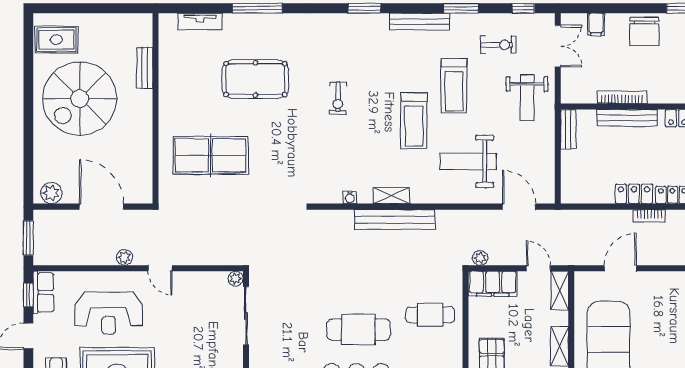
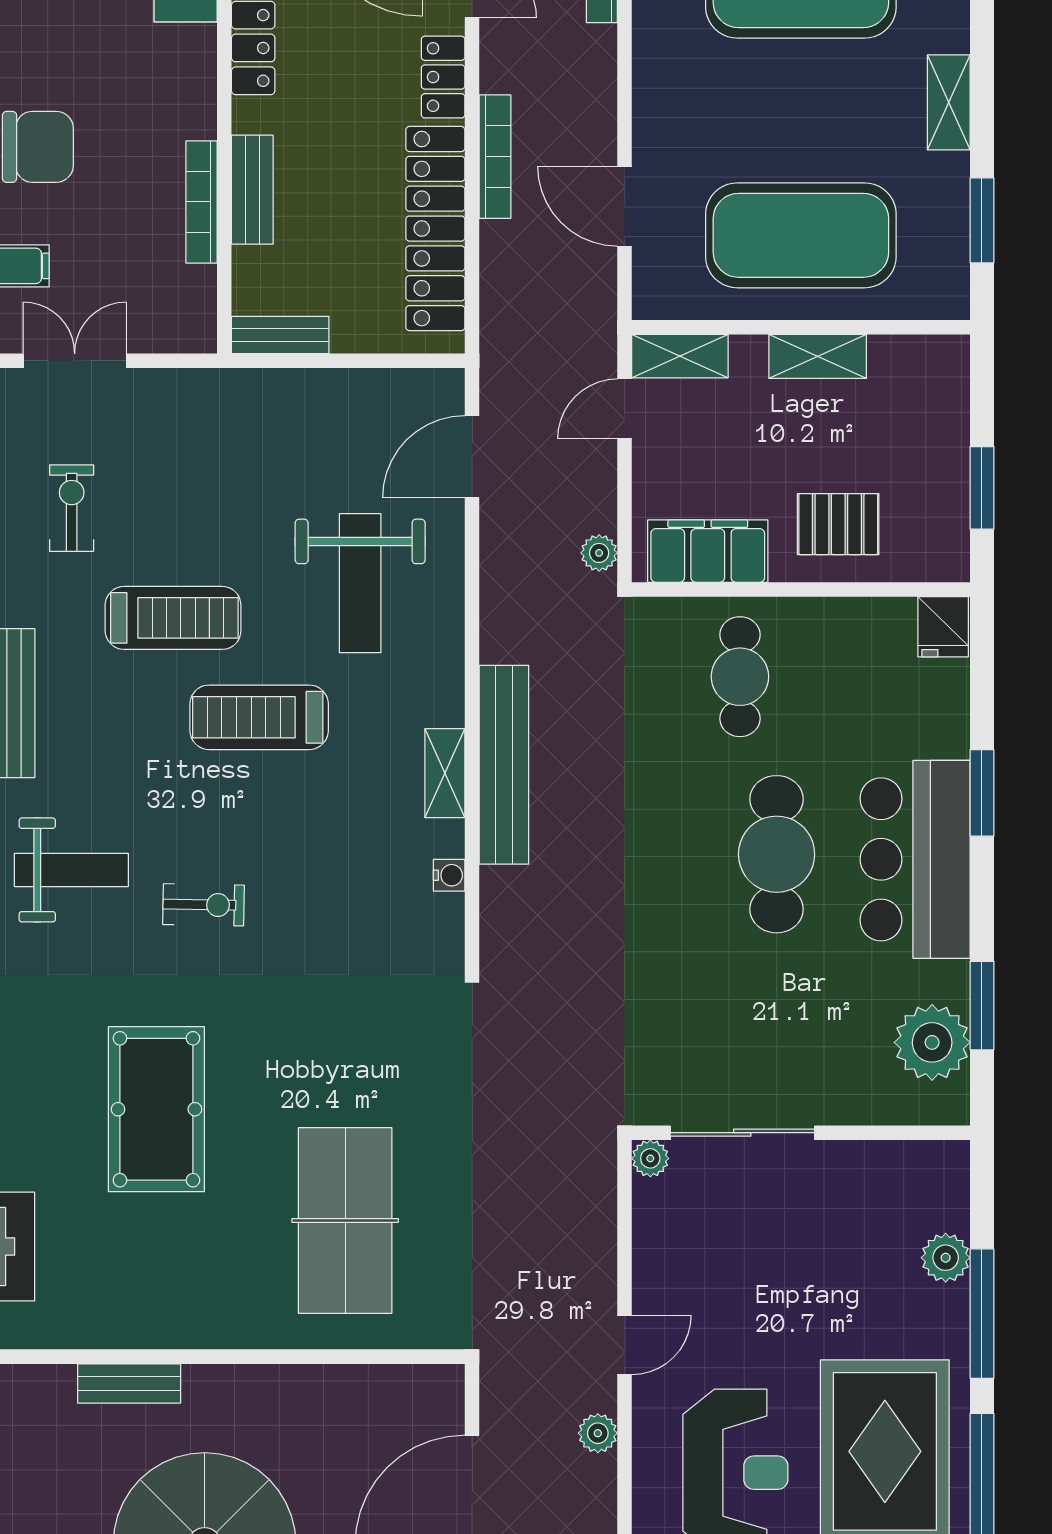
weight bench: (527, 98) -> (71, 870), moved
bench: (627, 118) -> (252, 190), width x0.73
treadmill: (414, 121) -> (259, 717), turned 180
locker: (634, 194) -> (435, 229), width x2.16, depth x1.21
bookcase: (649, 216) -> (495, 157), width x1.56
filing cabinet: (493, 284) -> (708, 551), moved, turned -90

